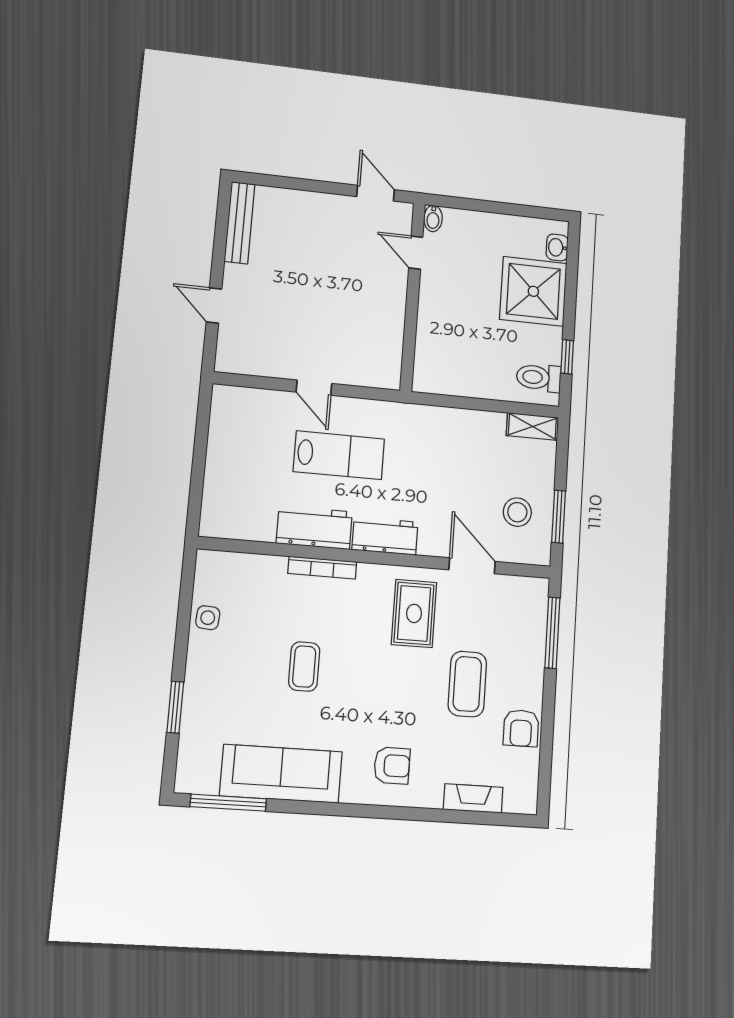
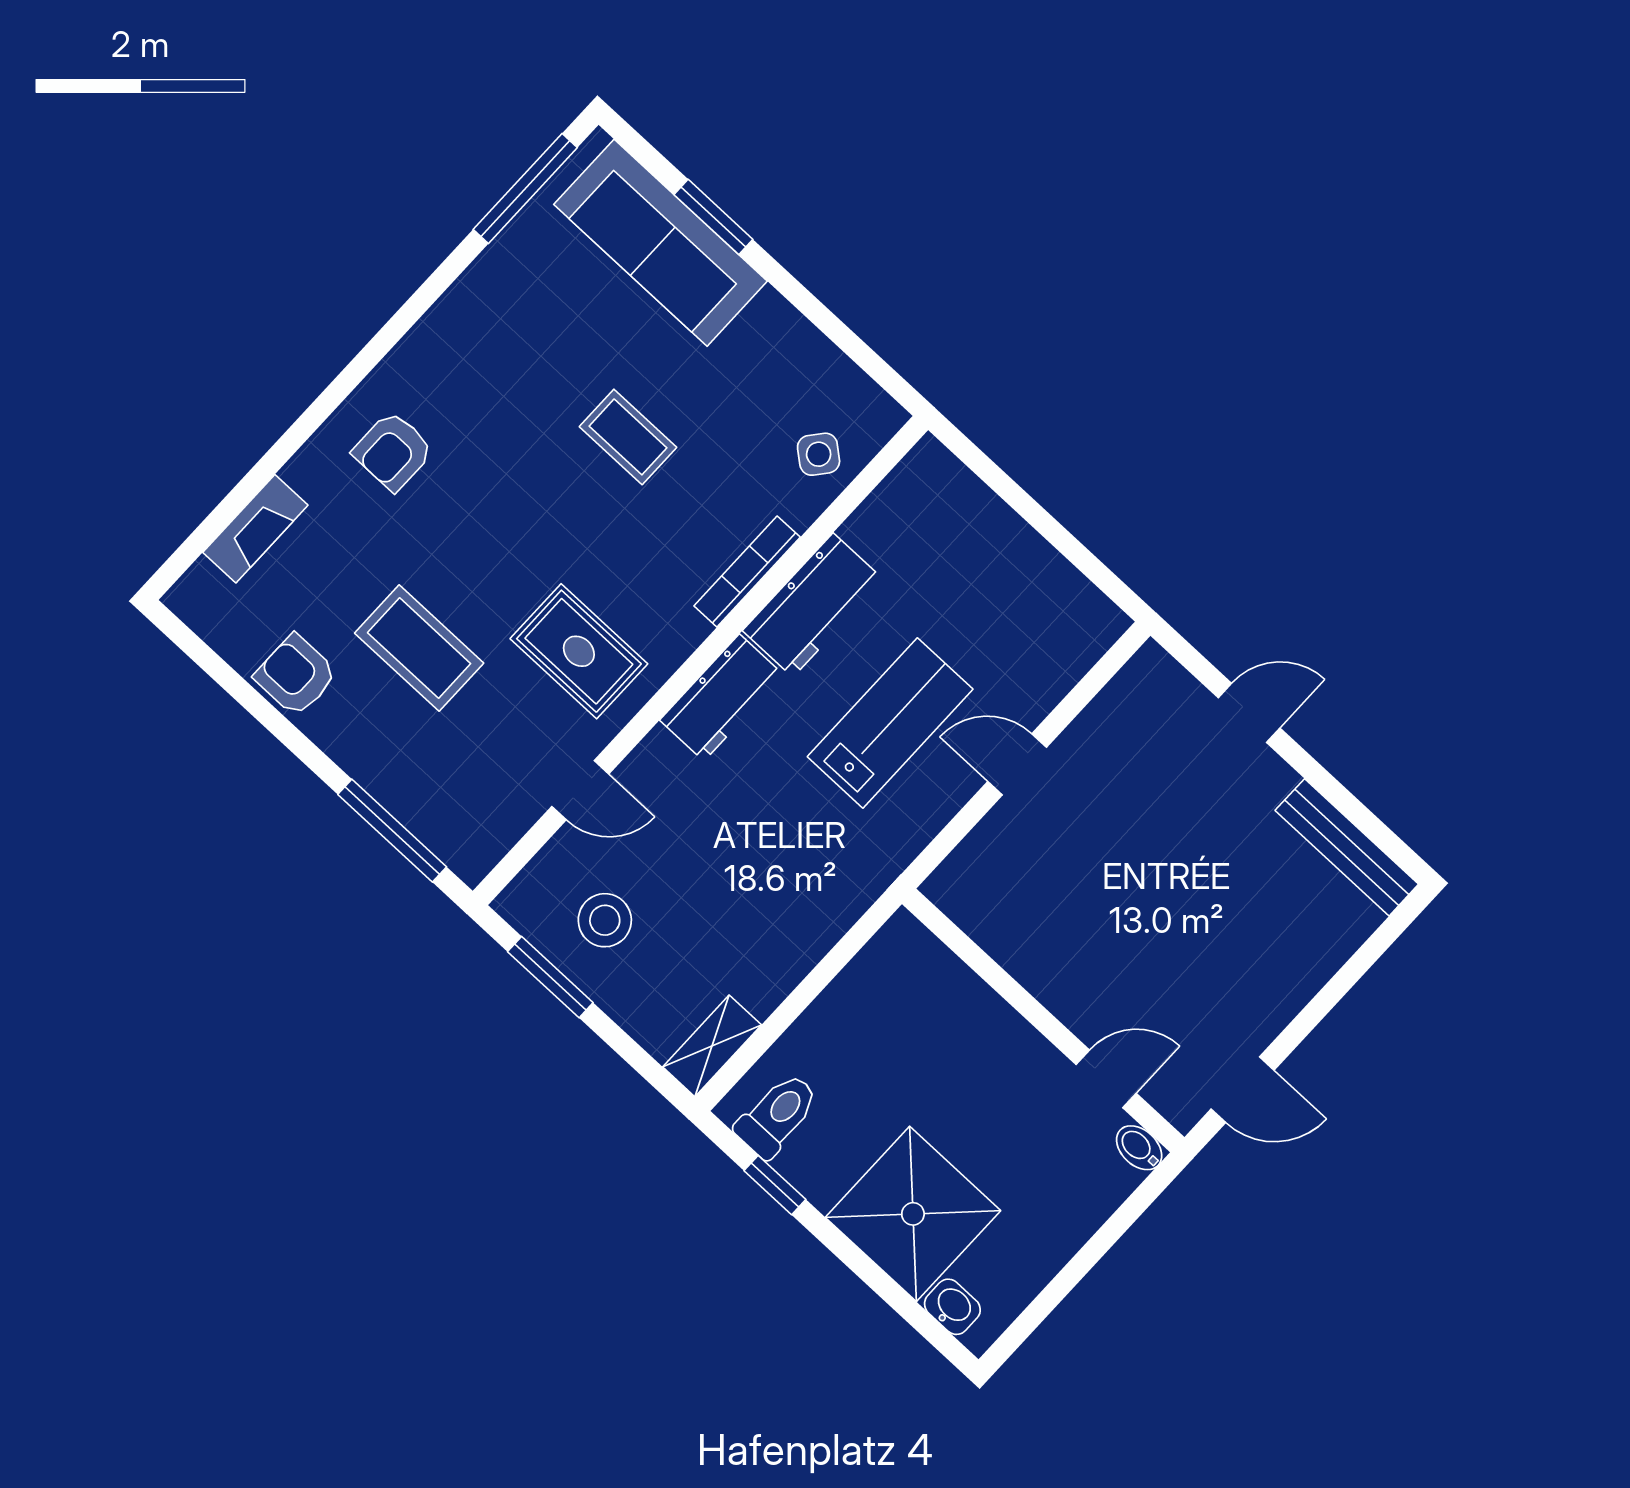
lab bench: (339, 455) -> (890, 723), turned 180
door: (472, 566) -> (580, 790), width x0.73
side table: (208, 618) -> (819, 454), moved, turned 35
sofa: (281, 774) -> (661, 243), moved, turned 90

